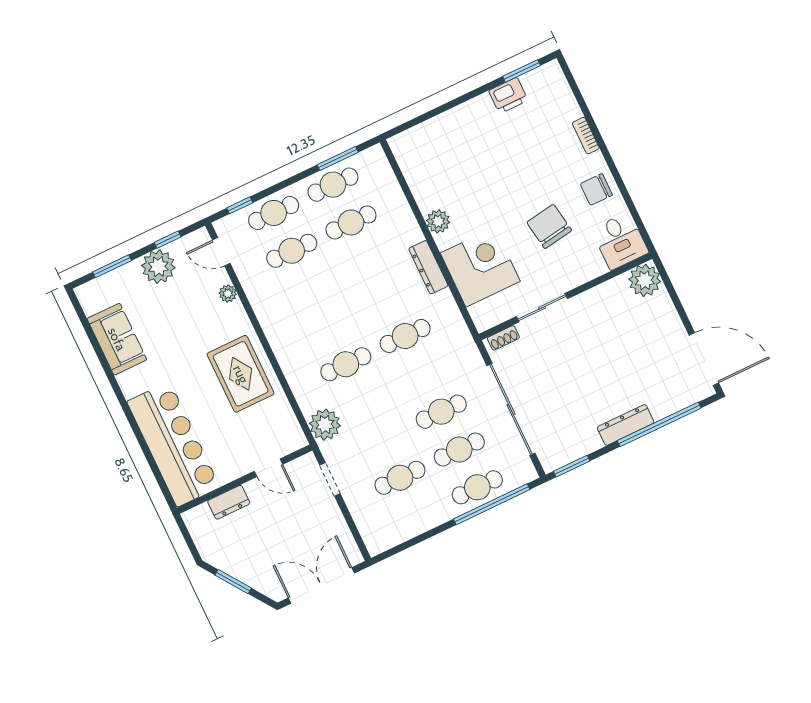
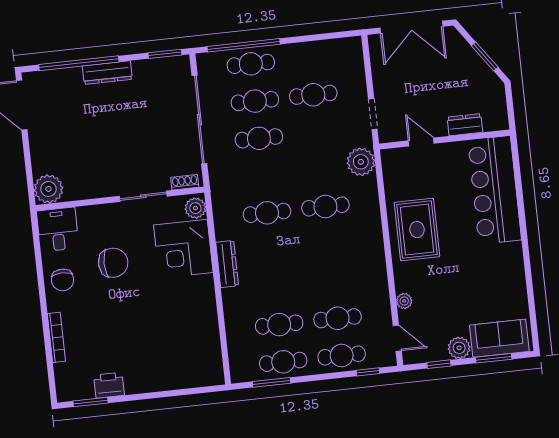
bookcase: (586, 136) -> (56, 337), width x1.56
chair: (596, 189) -> (63, 280), turned 90
plant: (438, 221) -> (195, 208), moved
chair: (549, 226) -> (113, 263), turned -81
plant: (158, 267) -> (459, 348), width x0.73, depth x0.73
sofa: (117, 339) -> (499, 338), moved, turned 90

